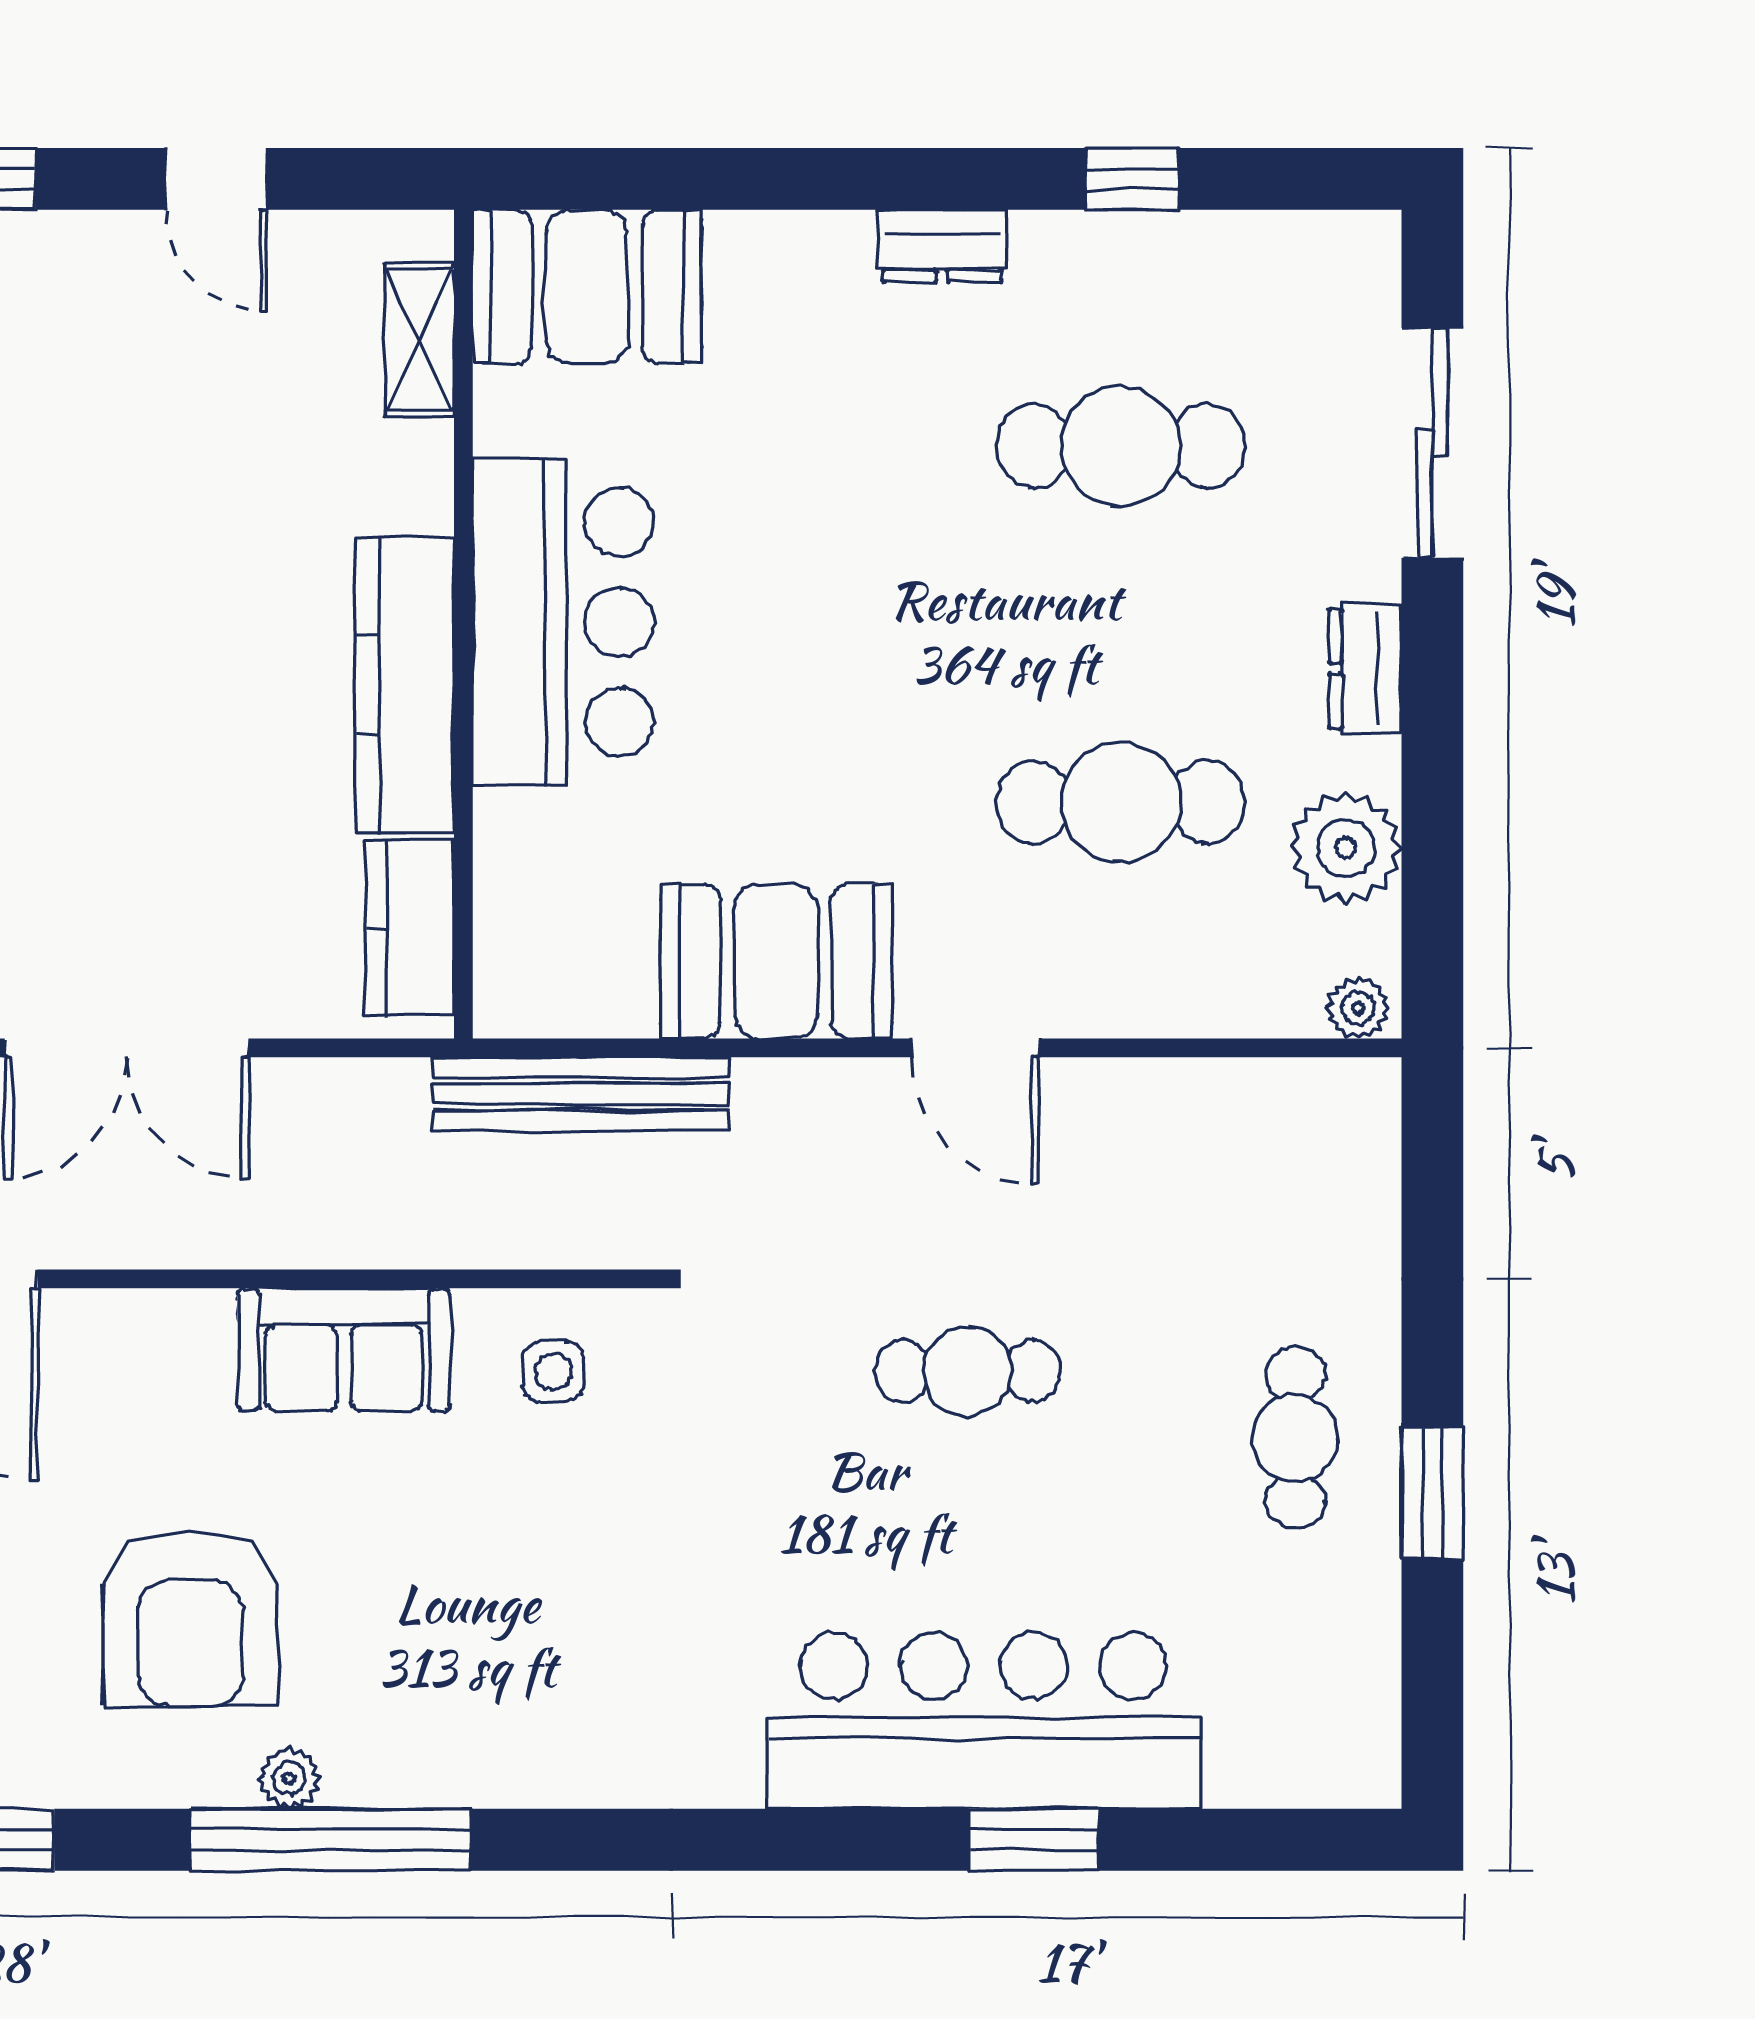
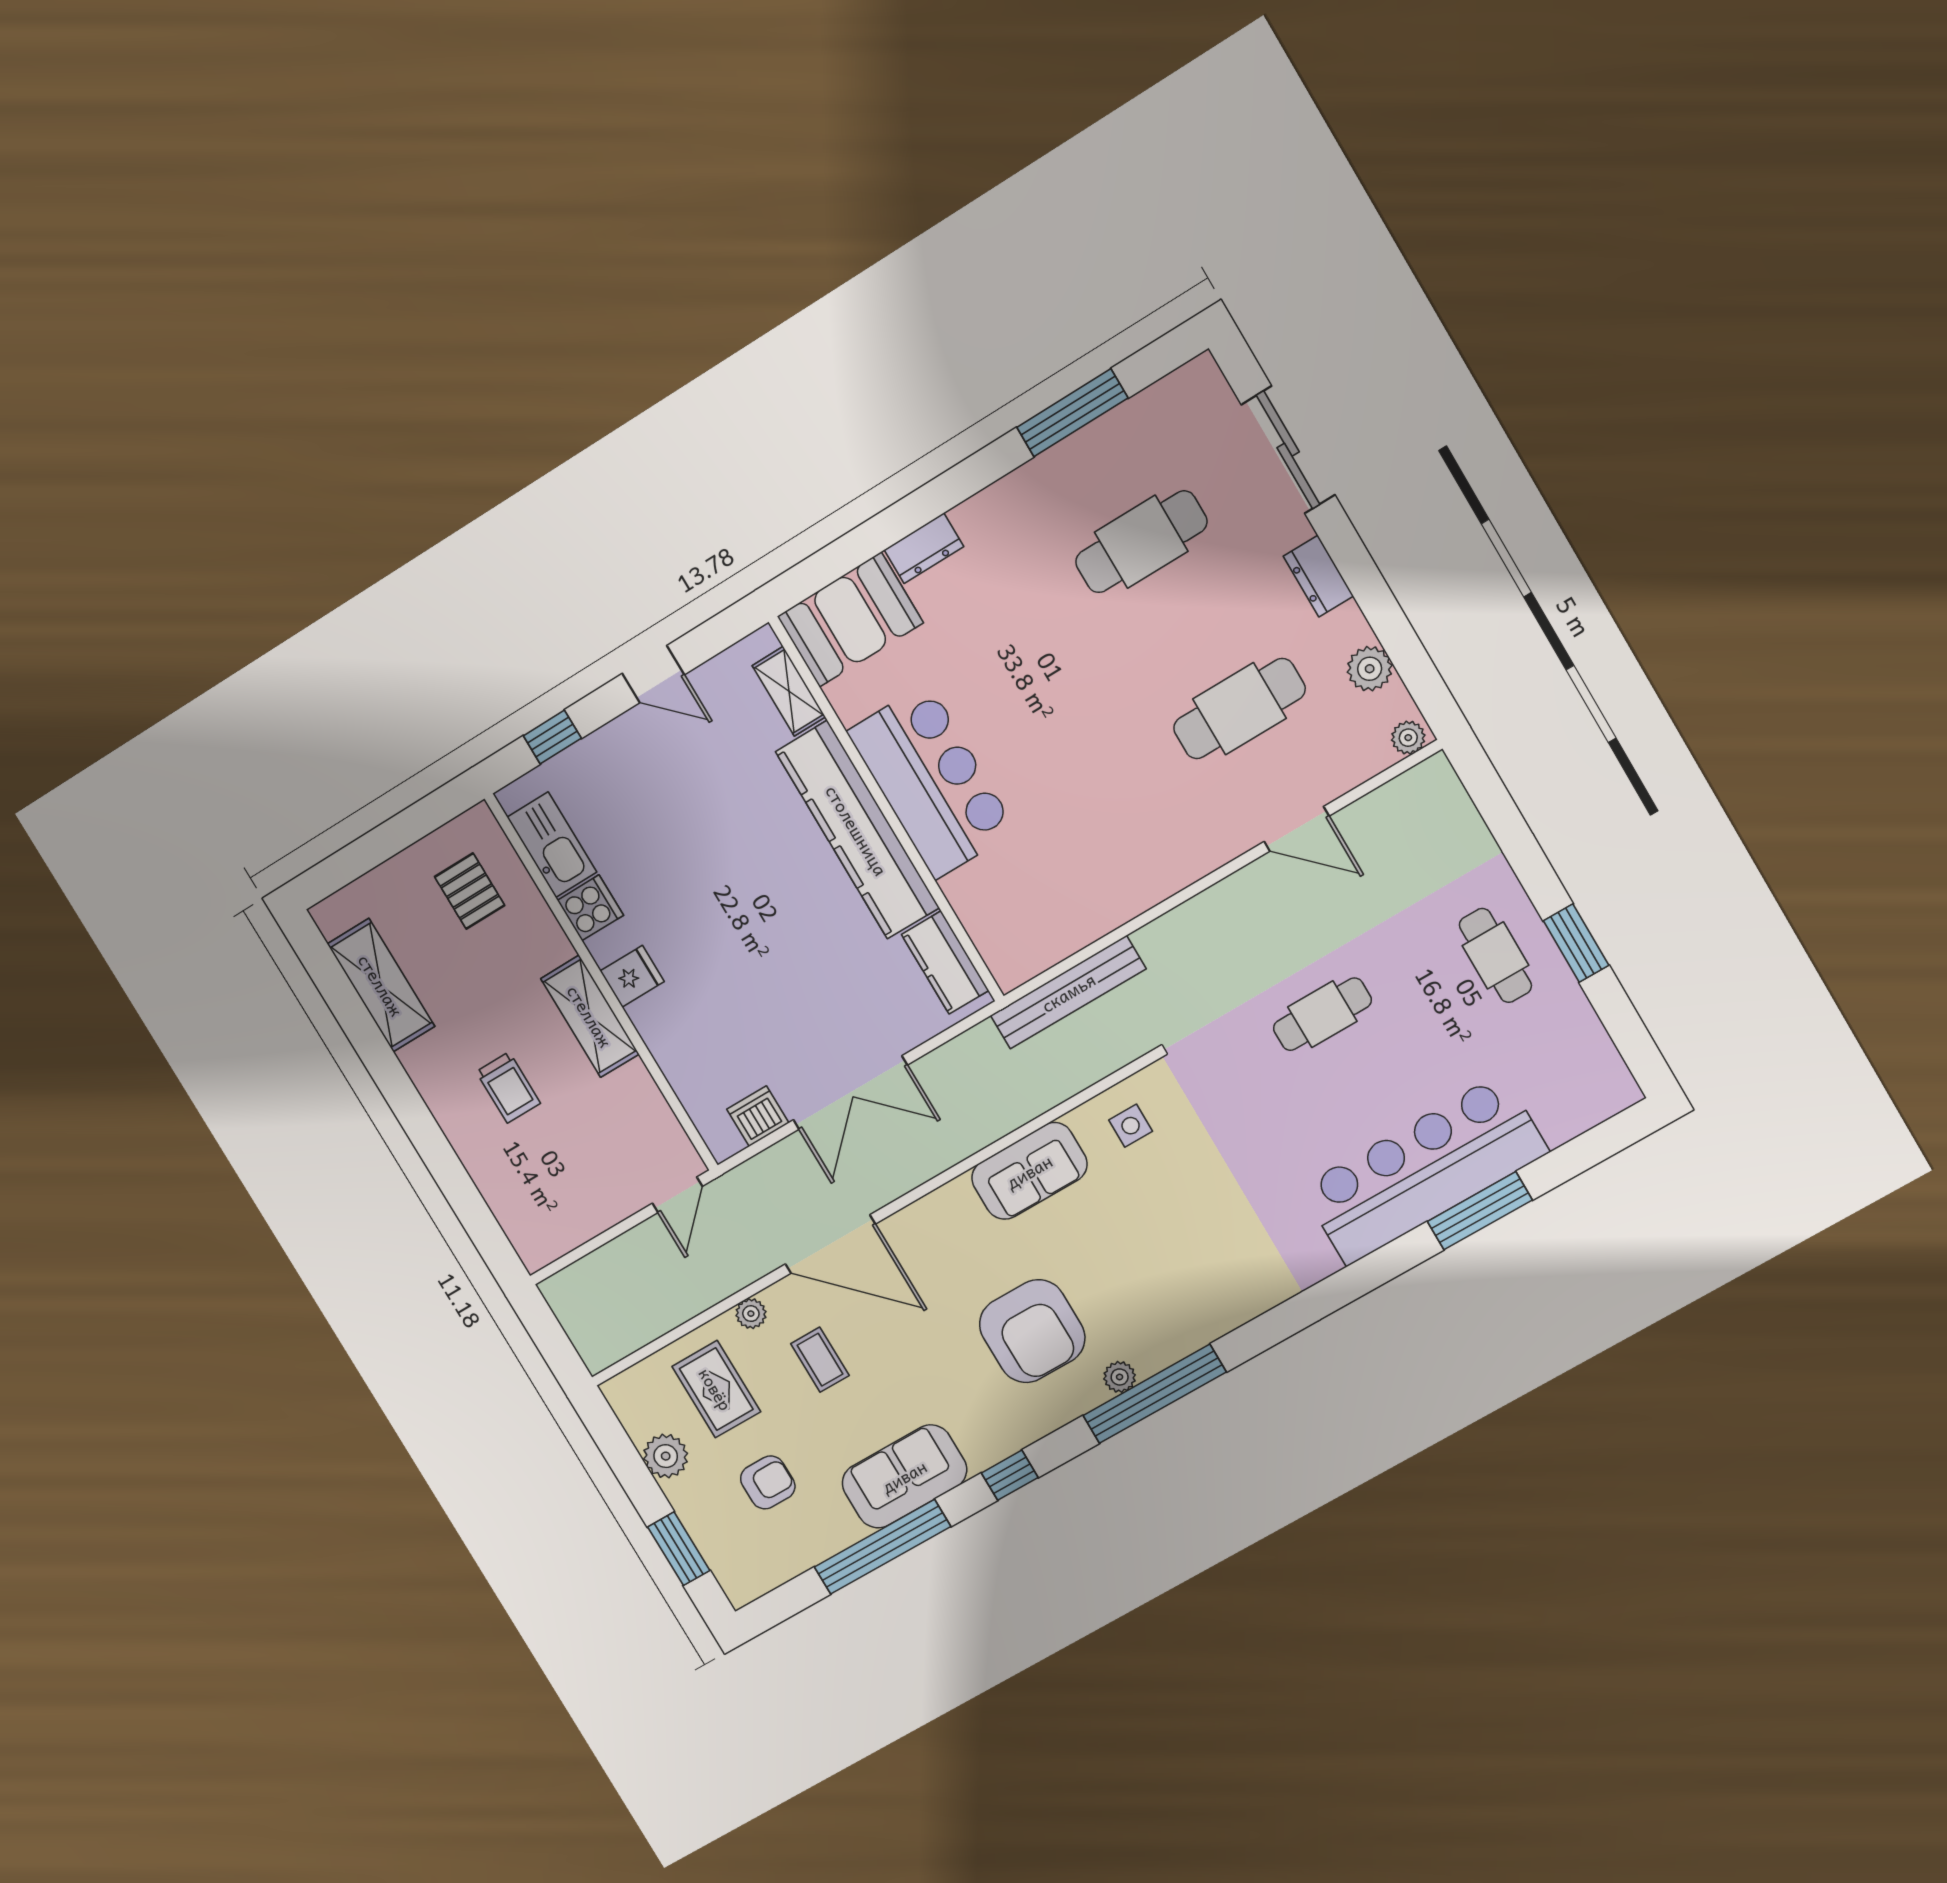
window: (1132, 179) -> (1072, 413), width x2.17
dresser: (942, 246) -> (924, 548), moved
kitchen counter: (405, 686) -> (857, 830), width x1.39, depth x1.17
plant: (1346, 848) -> (1370, 669), width x0.73, depth x0.73
booth: (776, 961) -> (1122, 878), removed
door: (975, 1048) -> (1297, 829), moved
window: (1034, 1840) -> (1480, 1211), width x1.44

